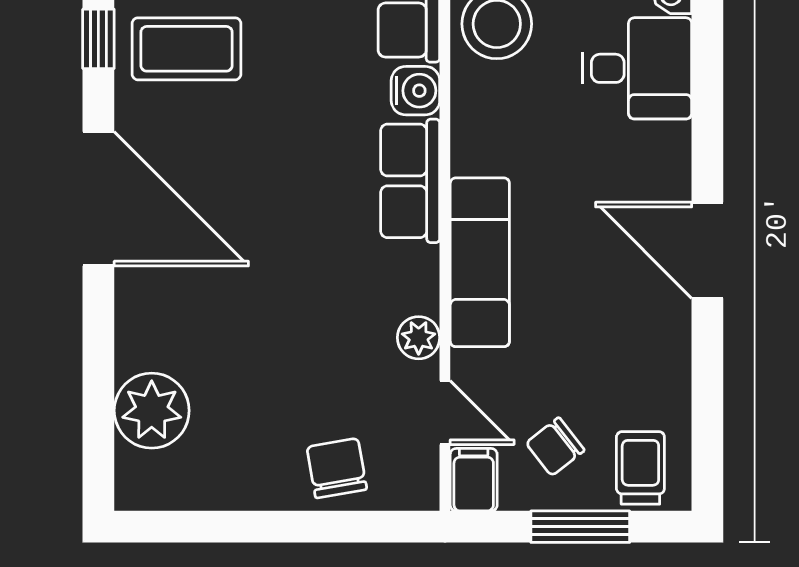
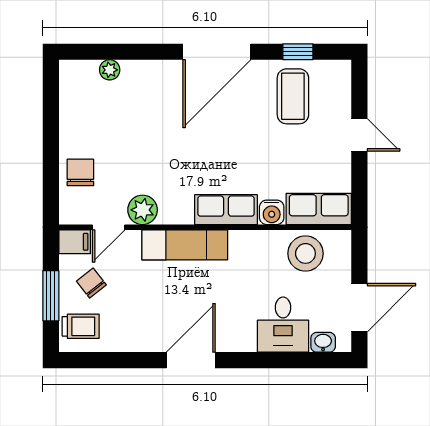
plant: (419, 338) -> (143, 210), width x1.38, depth x1.38
plant: (152, 411) -> (110, 70), width x0.53, depth x0.53
chair: (337, 468) -> (80, 172), turned -80

